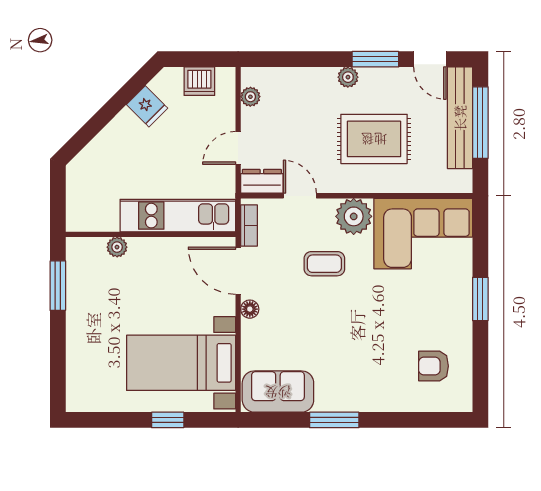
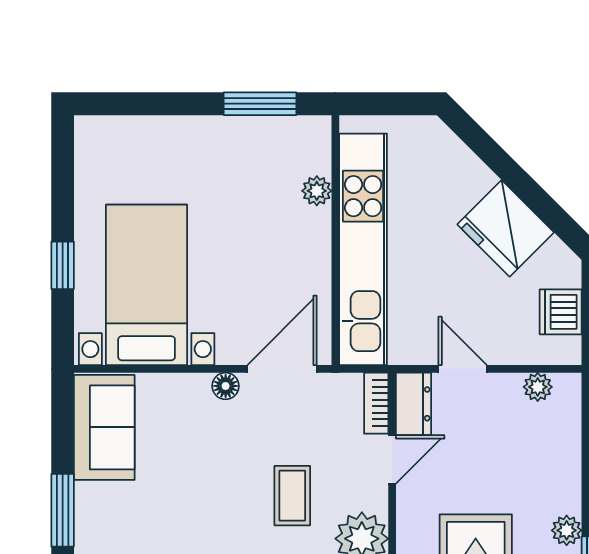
fridge: (147, 106) -> (506, 228), width x1.88, depth x1.34
kitchen unit: (178, 216) -> (363, 249), width x1.36
bookcase: (249, 225) -> (376, 403), moved, turned 90

